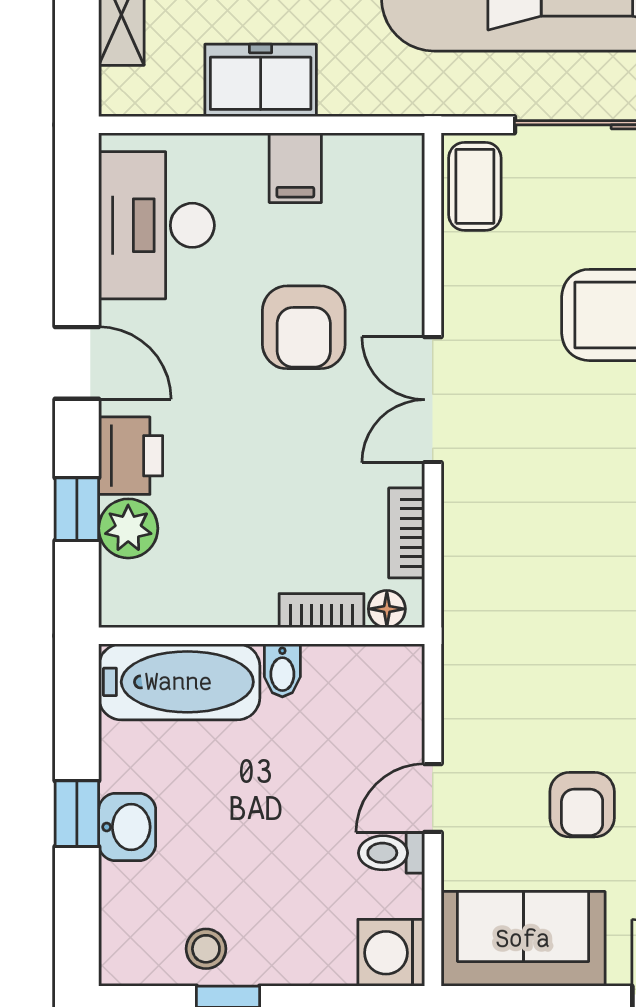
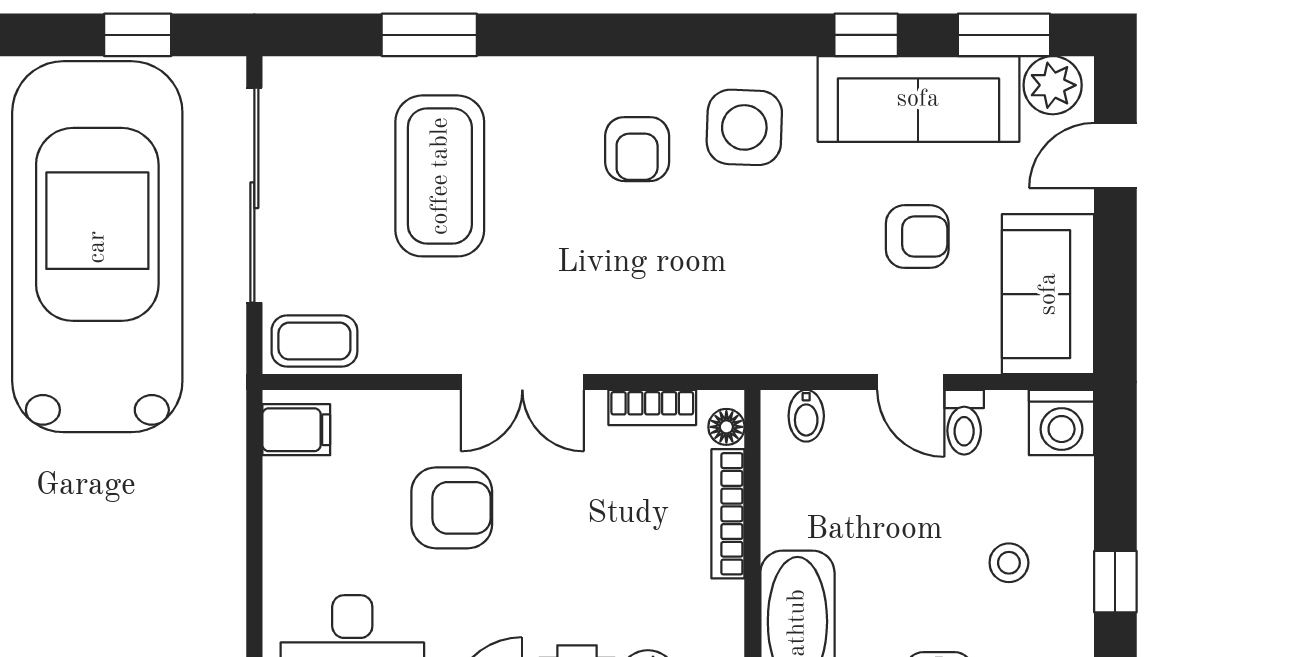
freezer: (261, 80) -> (211, 550), removed
filing cabinet: (295, 168) -> (296, 430), moved
bookcase: (322, 611) -> (728, 514), width x1.56
bidet: (282, 670) -> (806, 416), moved, turned 90
stool: (206, 949) -> (1009, 563), moved

